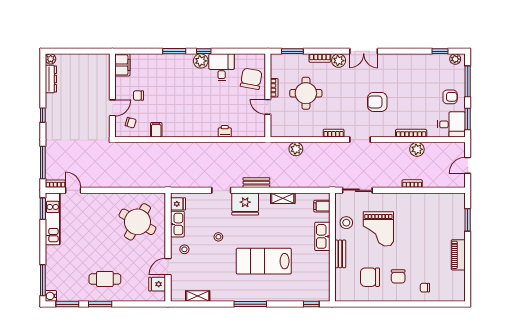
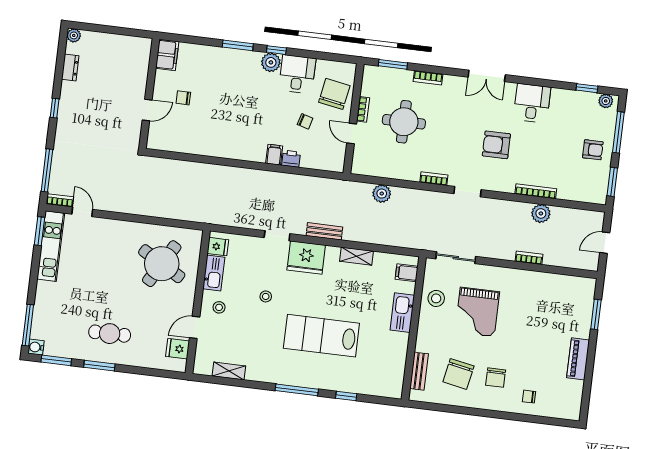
plant: (339, 61) -> (452, 84), removed
dresser: (51, 79) -> (70, 68), width x0.70
chair: (131, 123) -> (305, 121), moved
desk: (451, 124) -> (532, 103), moved, turned -90
filing cabinet: (156, 130) -> (274, 155), moved
bench: (340, 254) -> (419, 371), moved
chair: (370, 277) -> (458, 374), turned -79
window: (311, 304) -> (346, 396), moved

